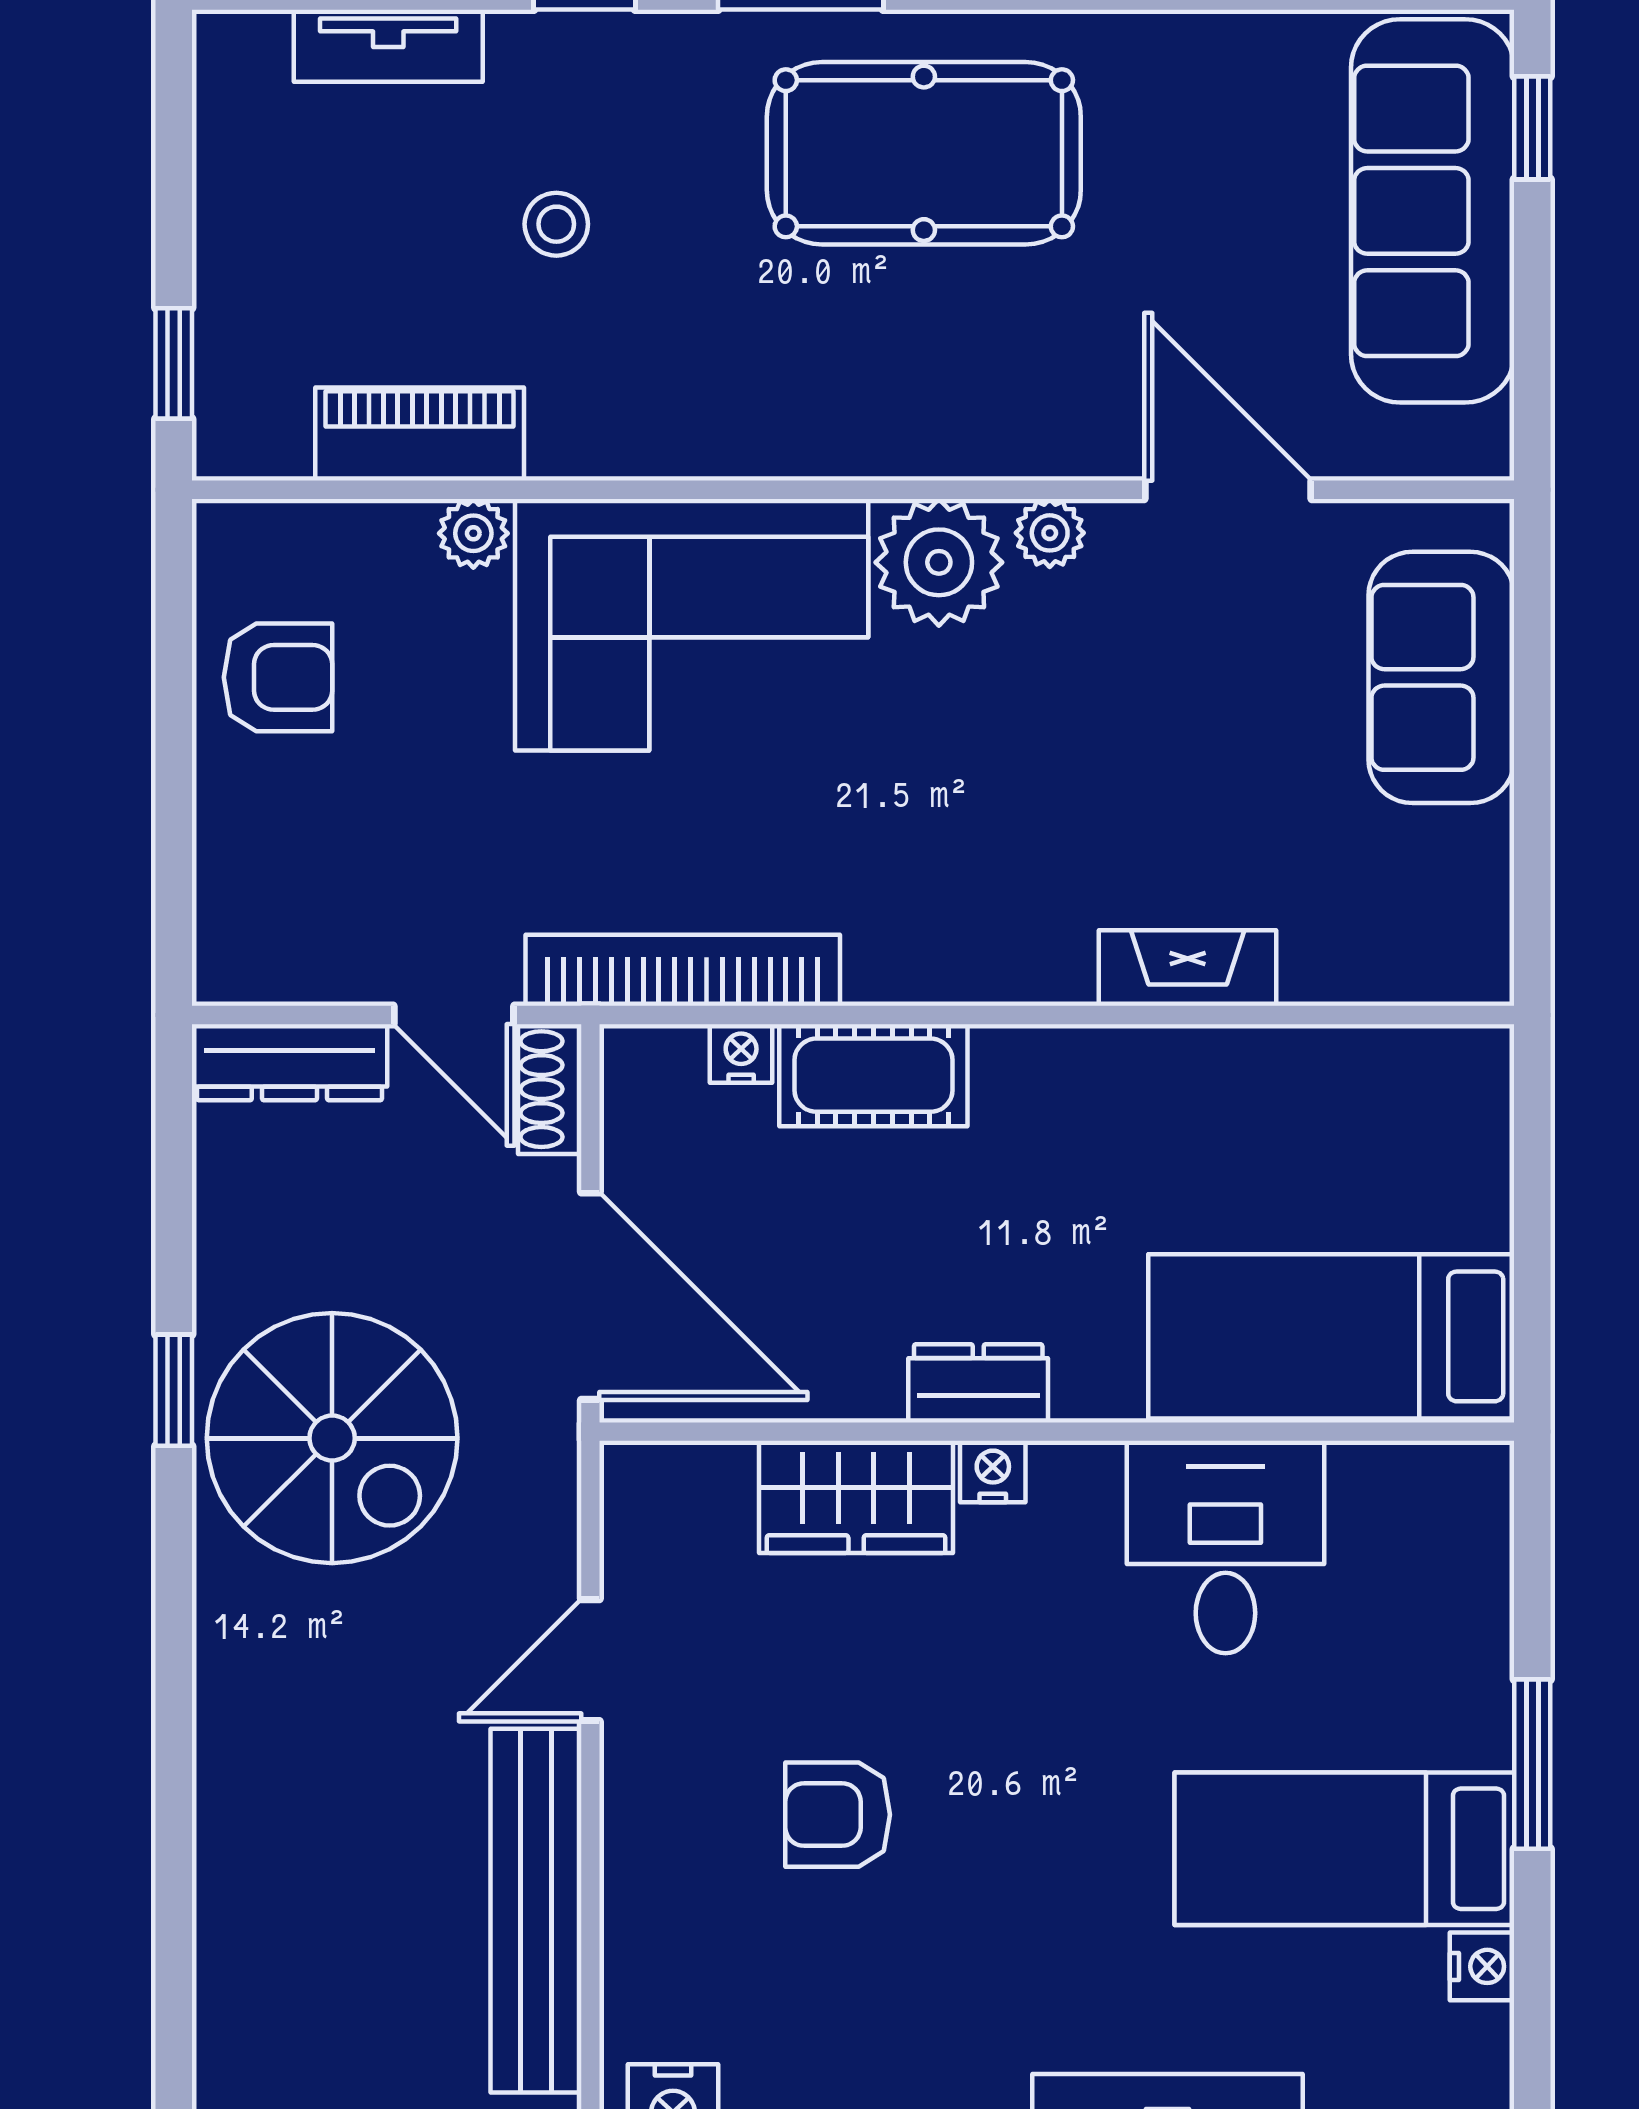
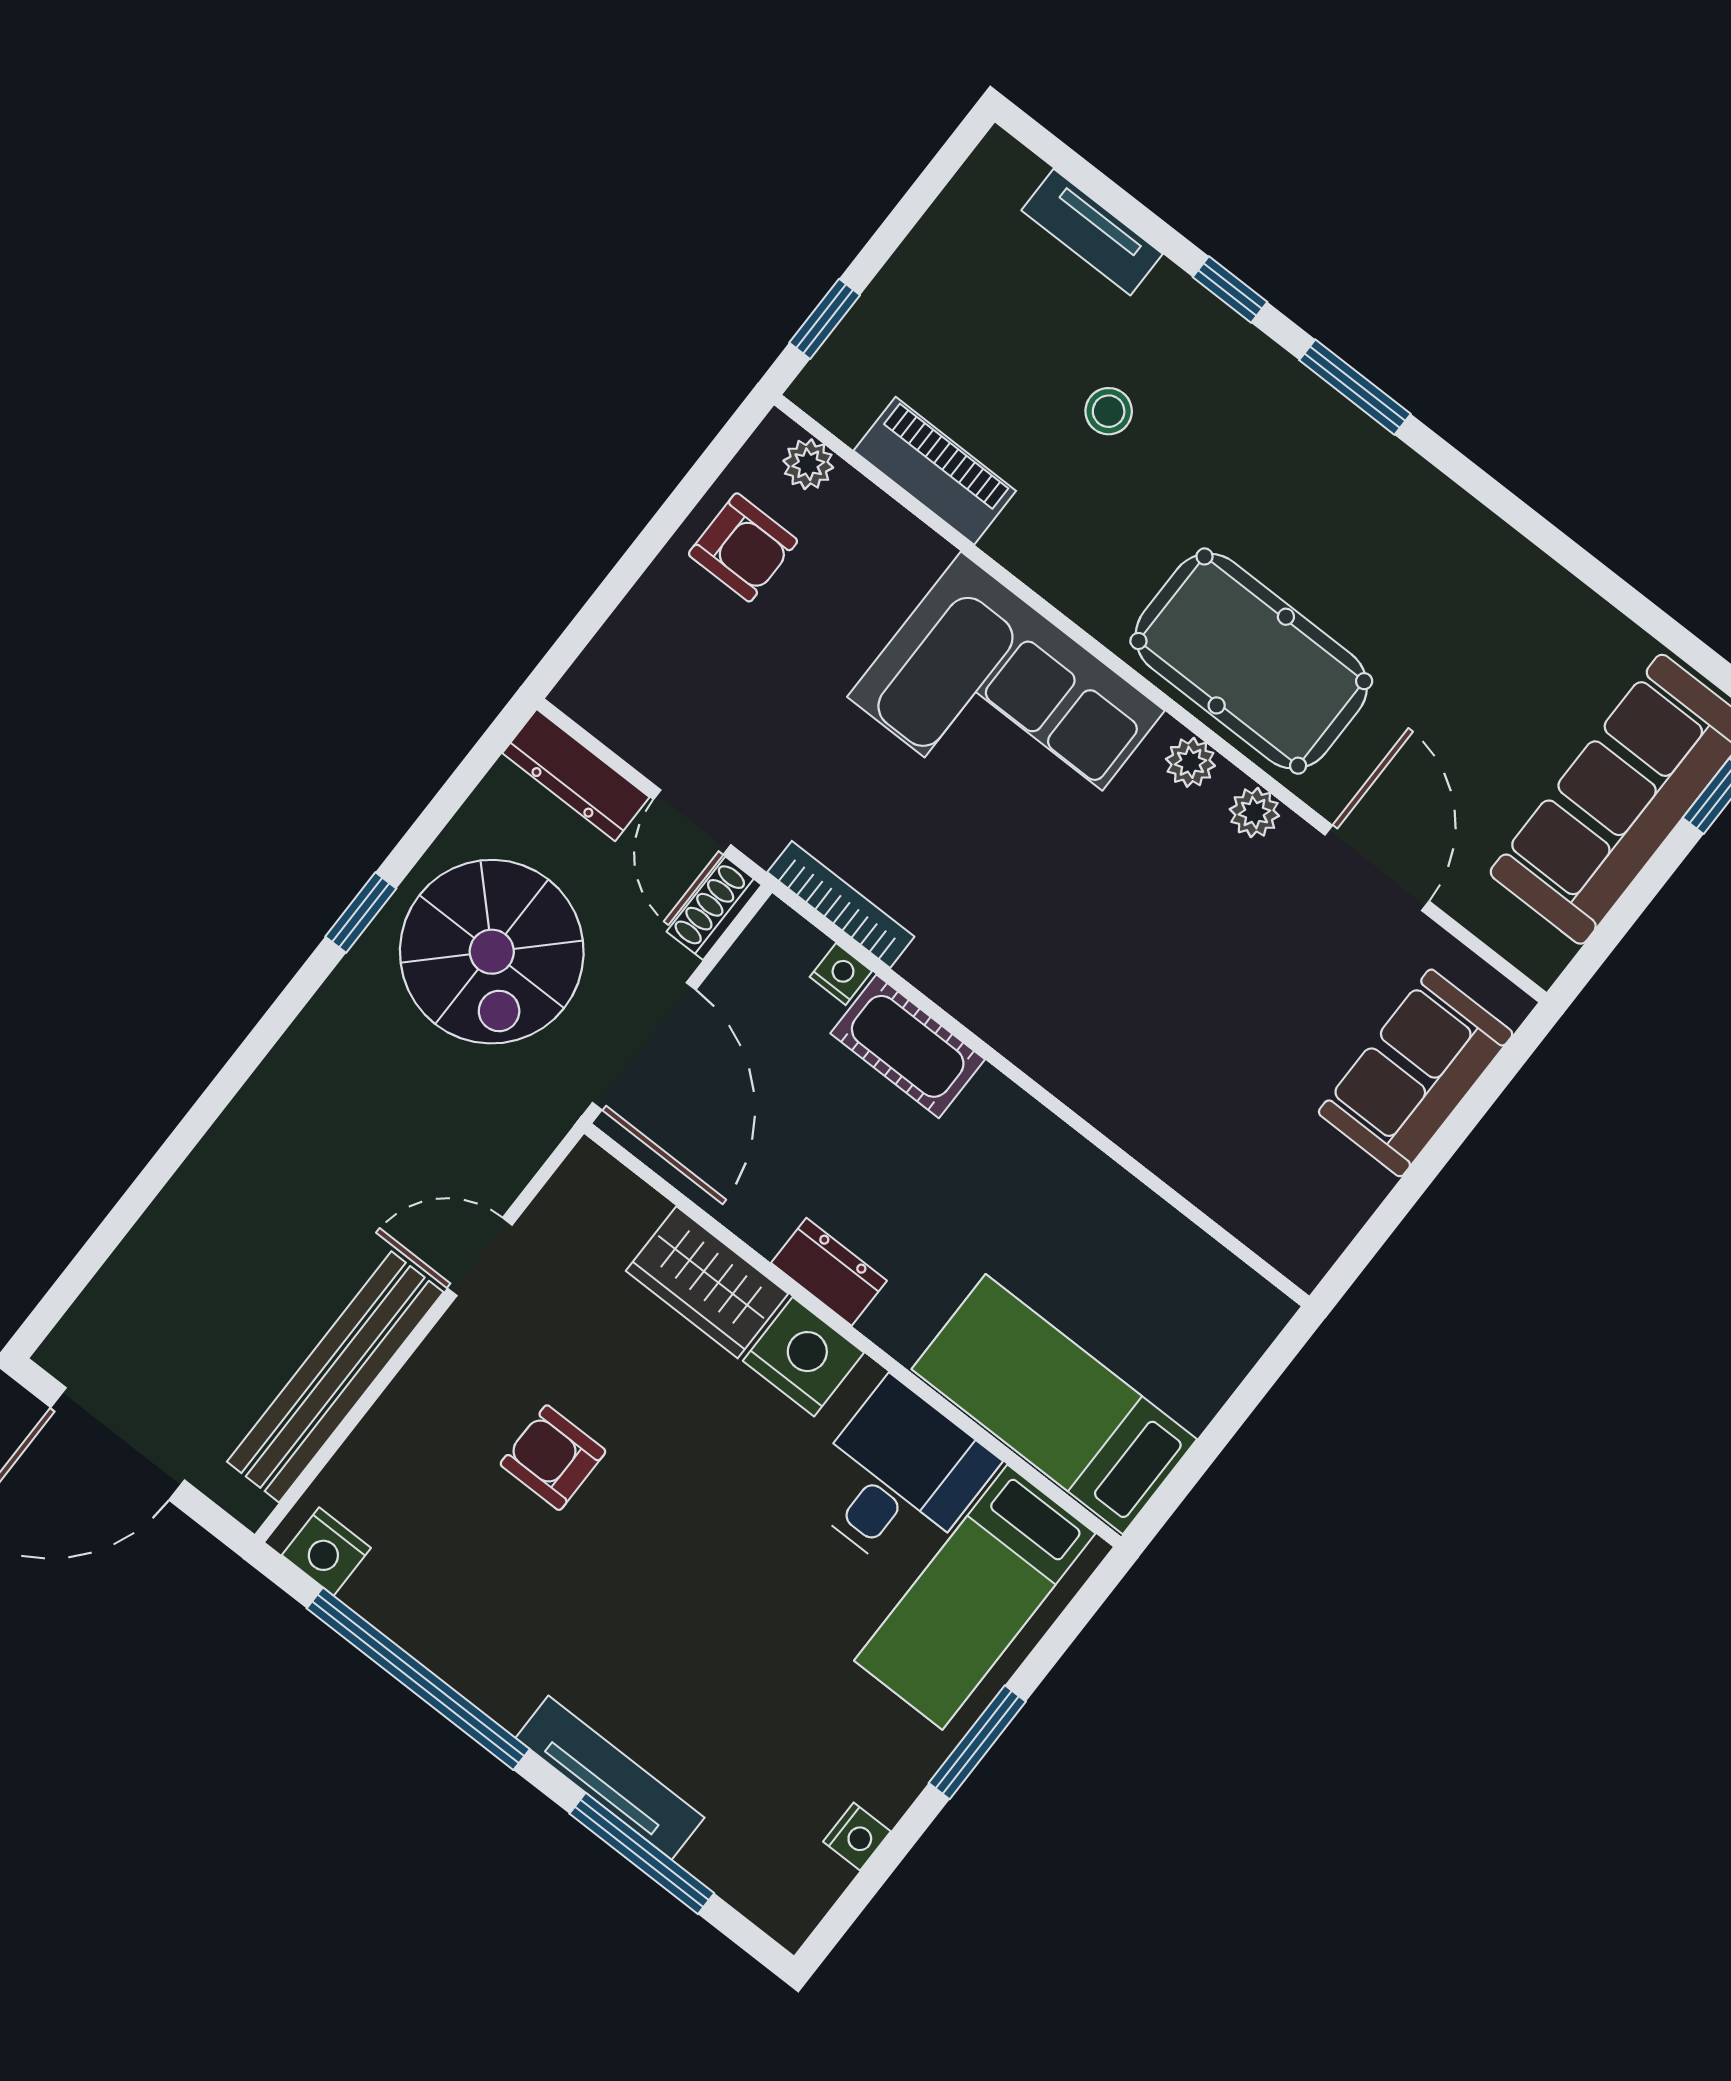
pool table: (924, 153) -> (1251, 661), moved
plant: (473, 533) -> (808, 464), moved
plant: (939, 562) -> (1190, 762), width x0.53, depth x0.53
fireplace: (1188, 968) -> (1138, 1126), removed
bookcase: (683, 970) -> (841, 904), width x0.68, depth x0.76
spiral stairs: (332, 1438) -> (492, 952), moved
nightstand: (993, 1471) -> (803, 1357), width x1.89, depth x1.79
bed: (1344, 1849) -> (975, 1597), moved, turned -90

